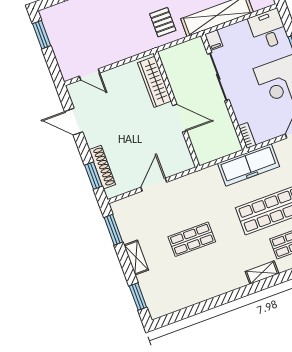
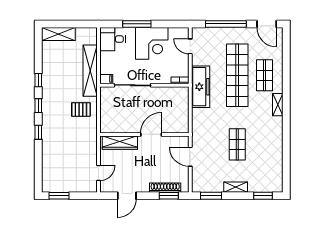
wardrobe: (154, 82) -> (120, 143), moved
wall: (176, 109) -> (144, 134), moved
door: (180, 118) -> (151, 134), moved

